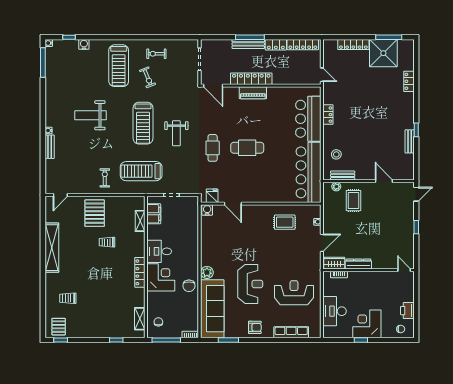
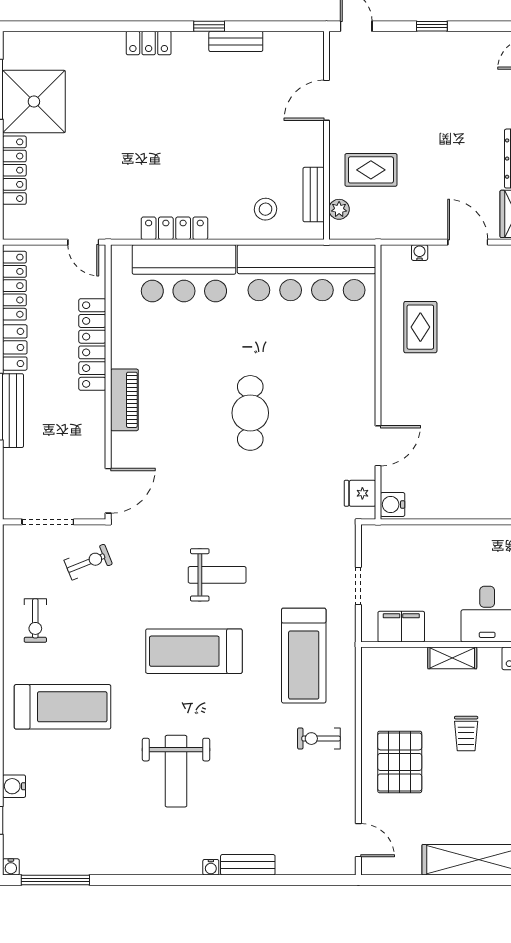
door: (322, 75) -> (83, 242), swing flipped
exercise bike: (148, 77) -> (88, 562), moved
locker: (251, 79) -> (92, 345), moved
locker: (409, 81) -> (149, 43), moved
locker: (328, 115) -> (174, 228), width x1.53
treadmill: (143, 123) -> (194, 651), turned 180
cafe table: (213, 148) -> (251, 492), removed
pallet: (95, 213) -> (400, 762), turned 90
shelving: (140, 221) -> (452, 658), moved

